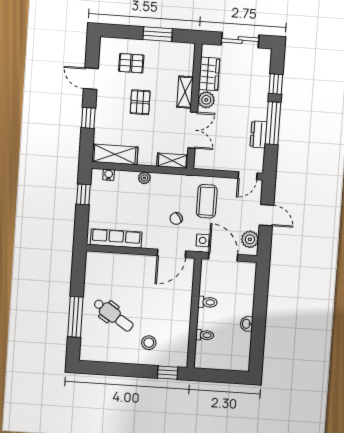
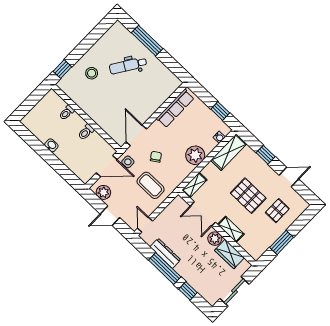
pallet: (140, 102) -> (248, 196), width x1.50, depth x1.42
dresser: (258, 134) -> (165, 253), width x1.44
plant: (144, 178) -> (195, 155), width x1.88, depth x1.88

